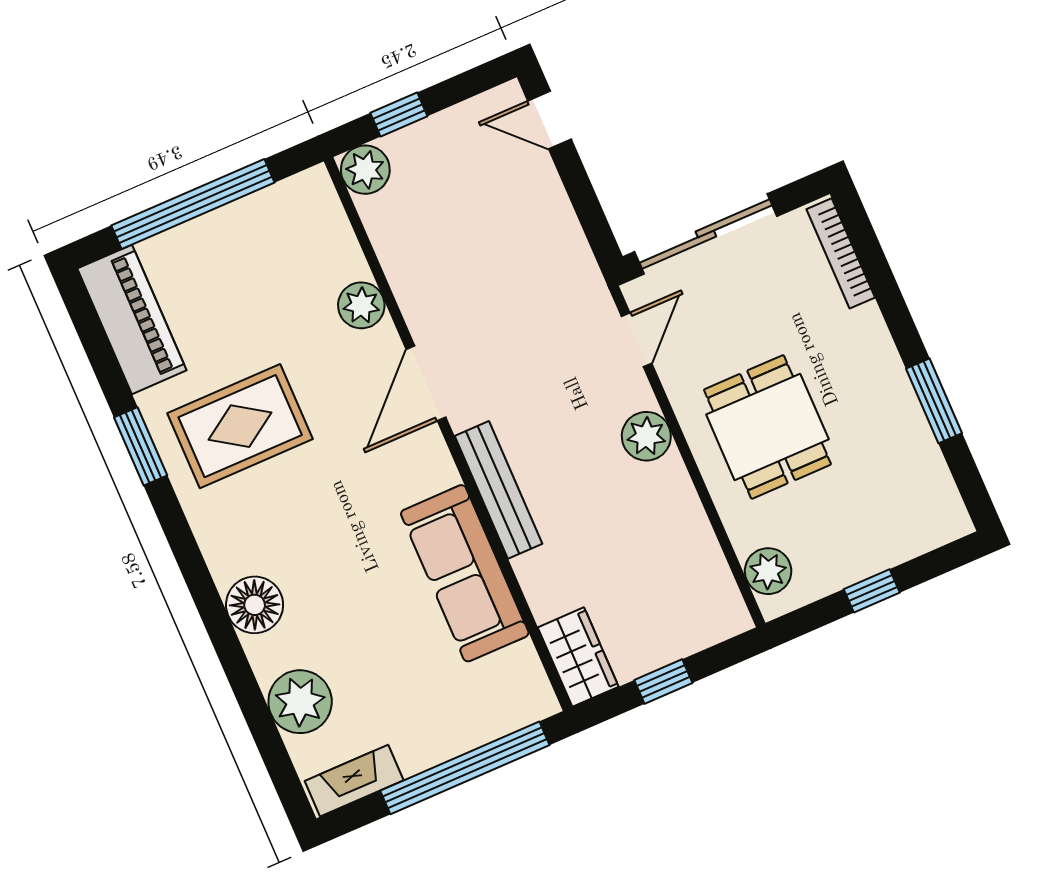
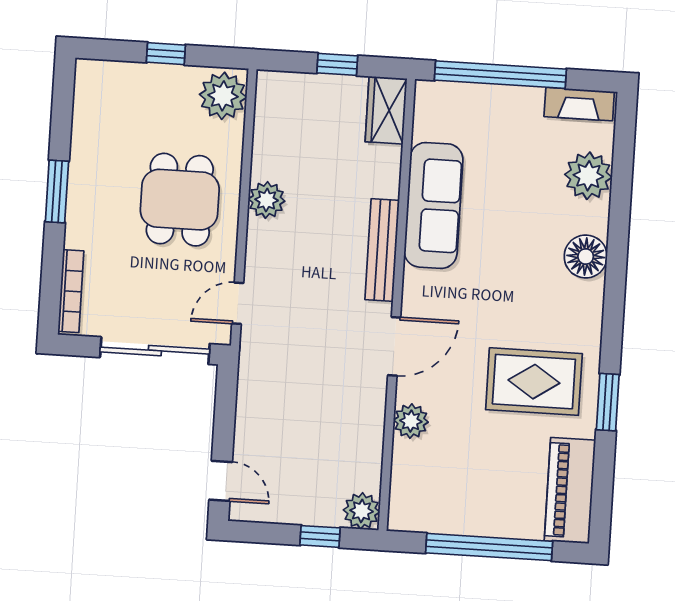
window: (934, 401) -> (57, 191), moved
plant: (646, 436) -> (267, 200), moved
plant: (768, 571) -> (223, 96), width x1.36, depth x1.36

